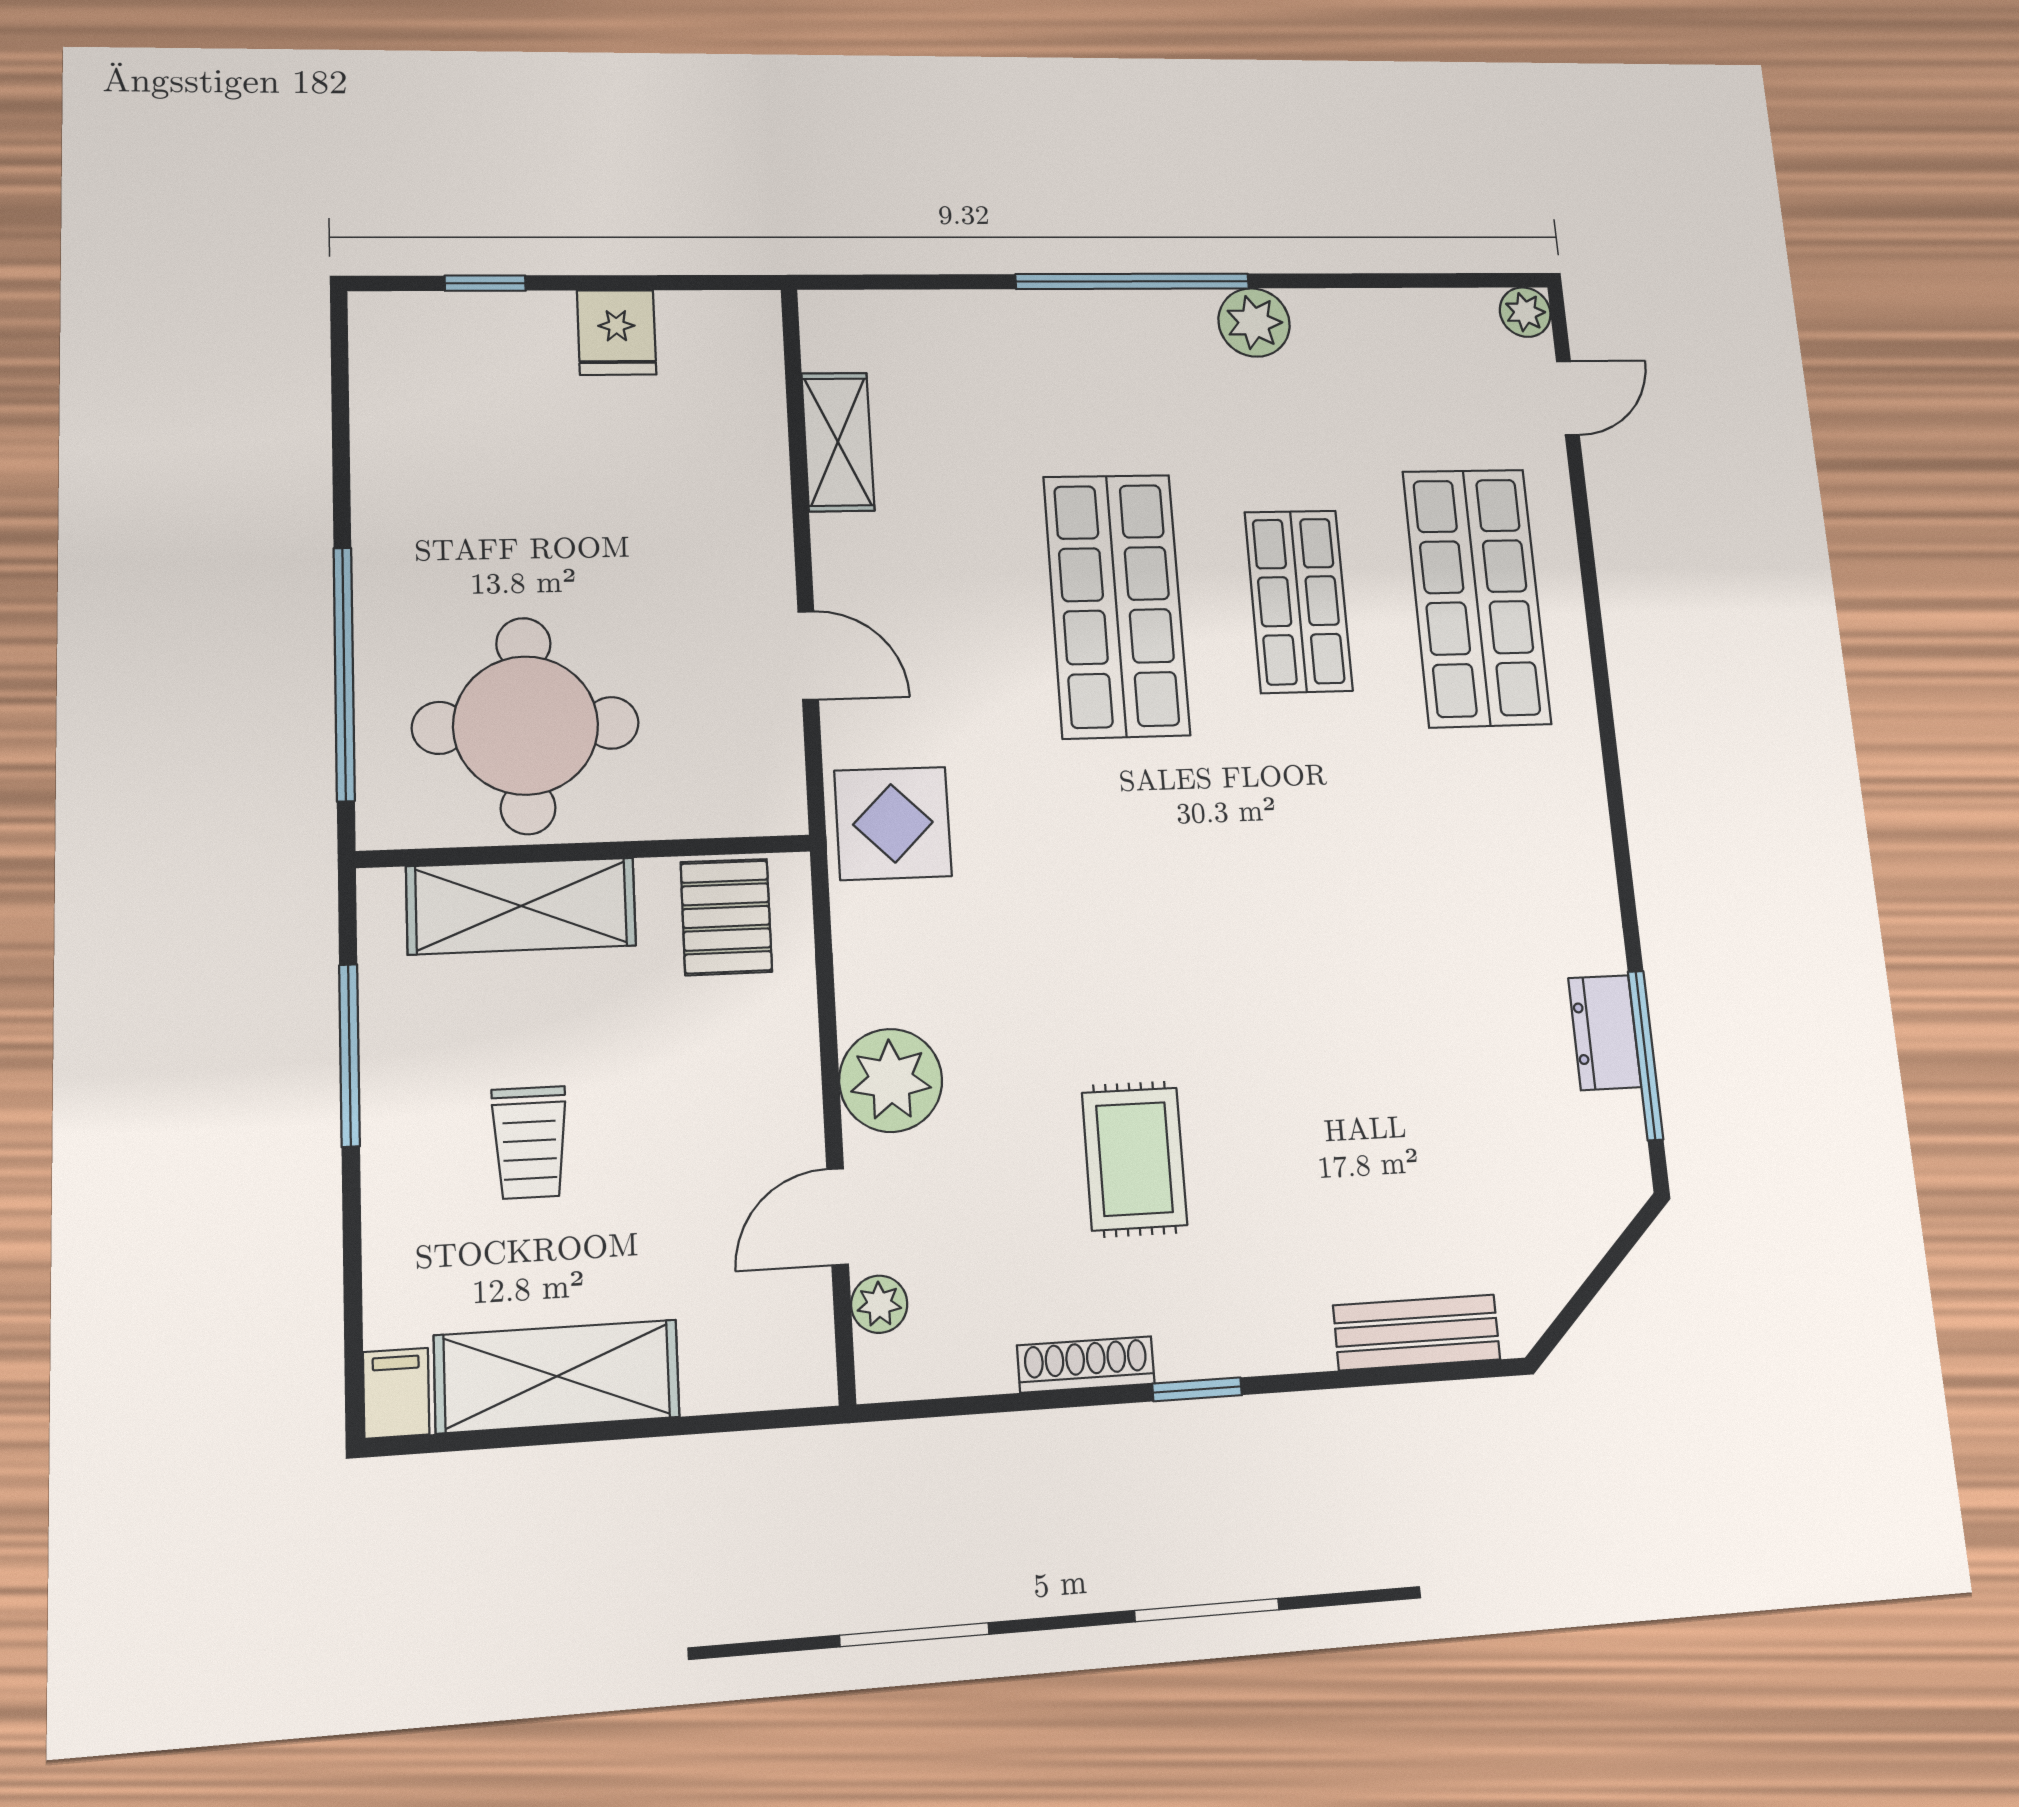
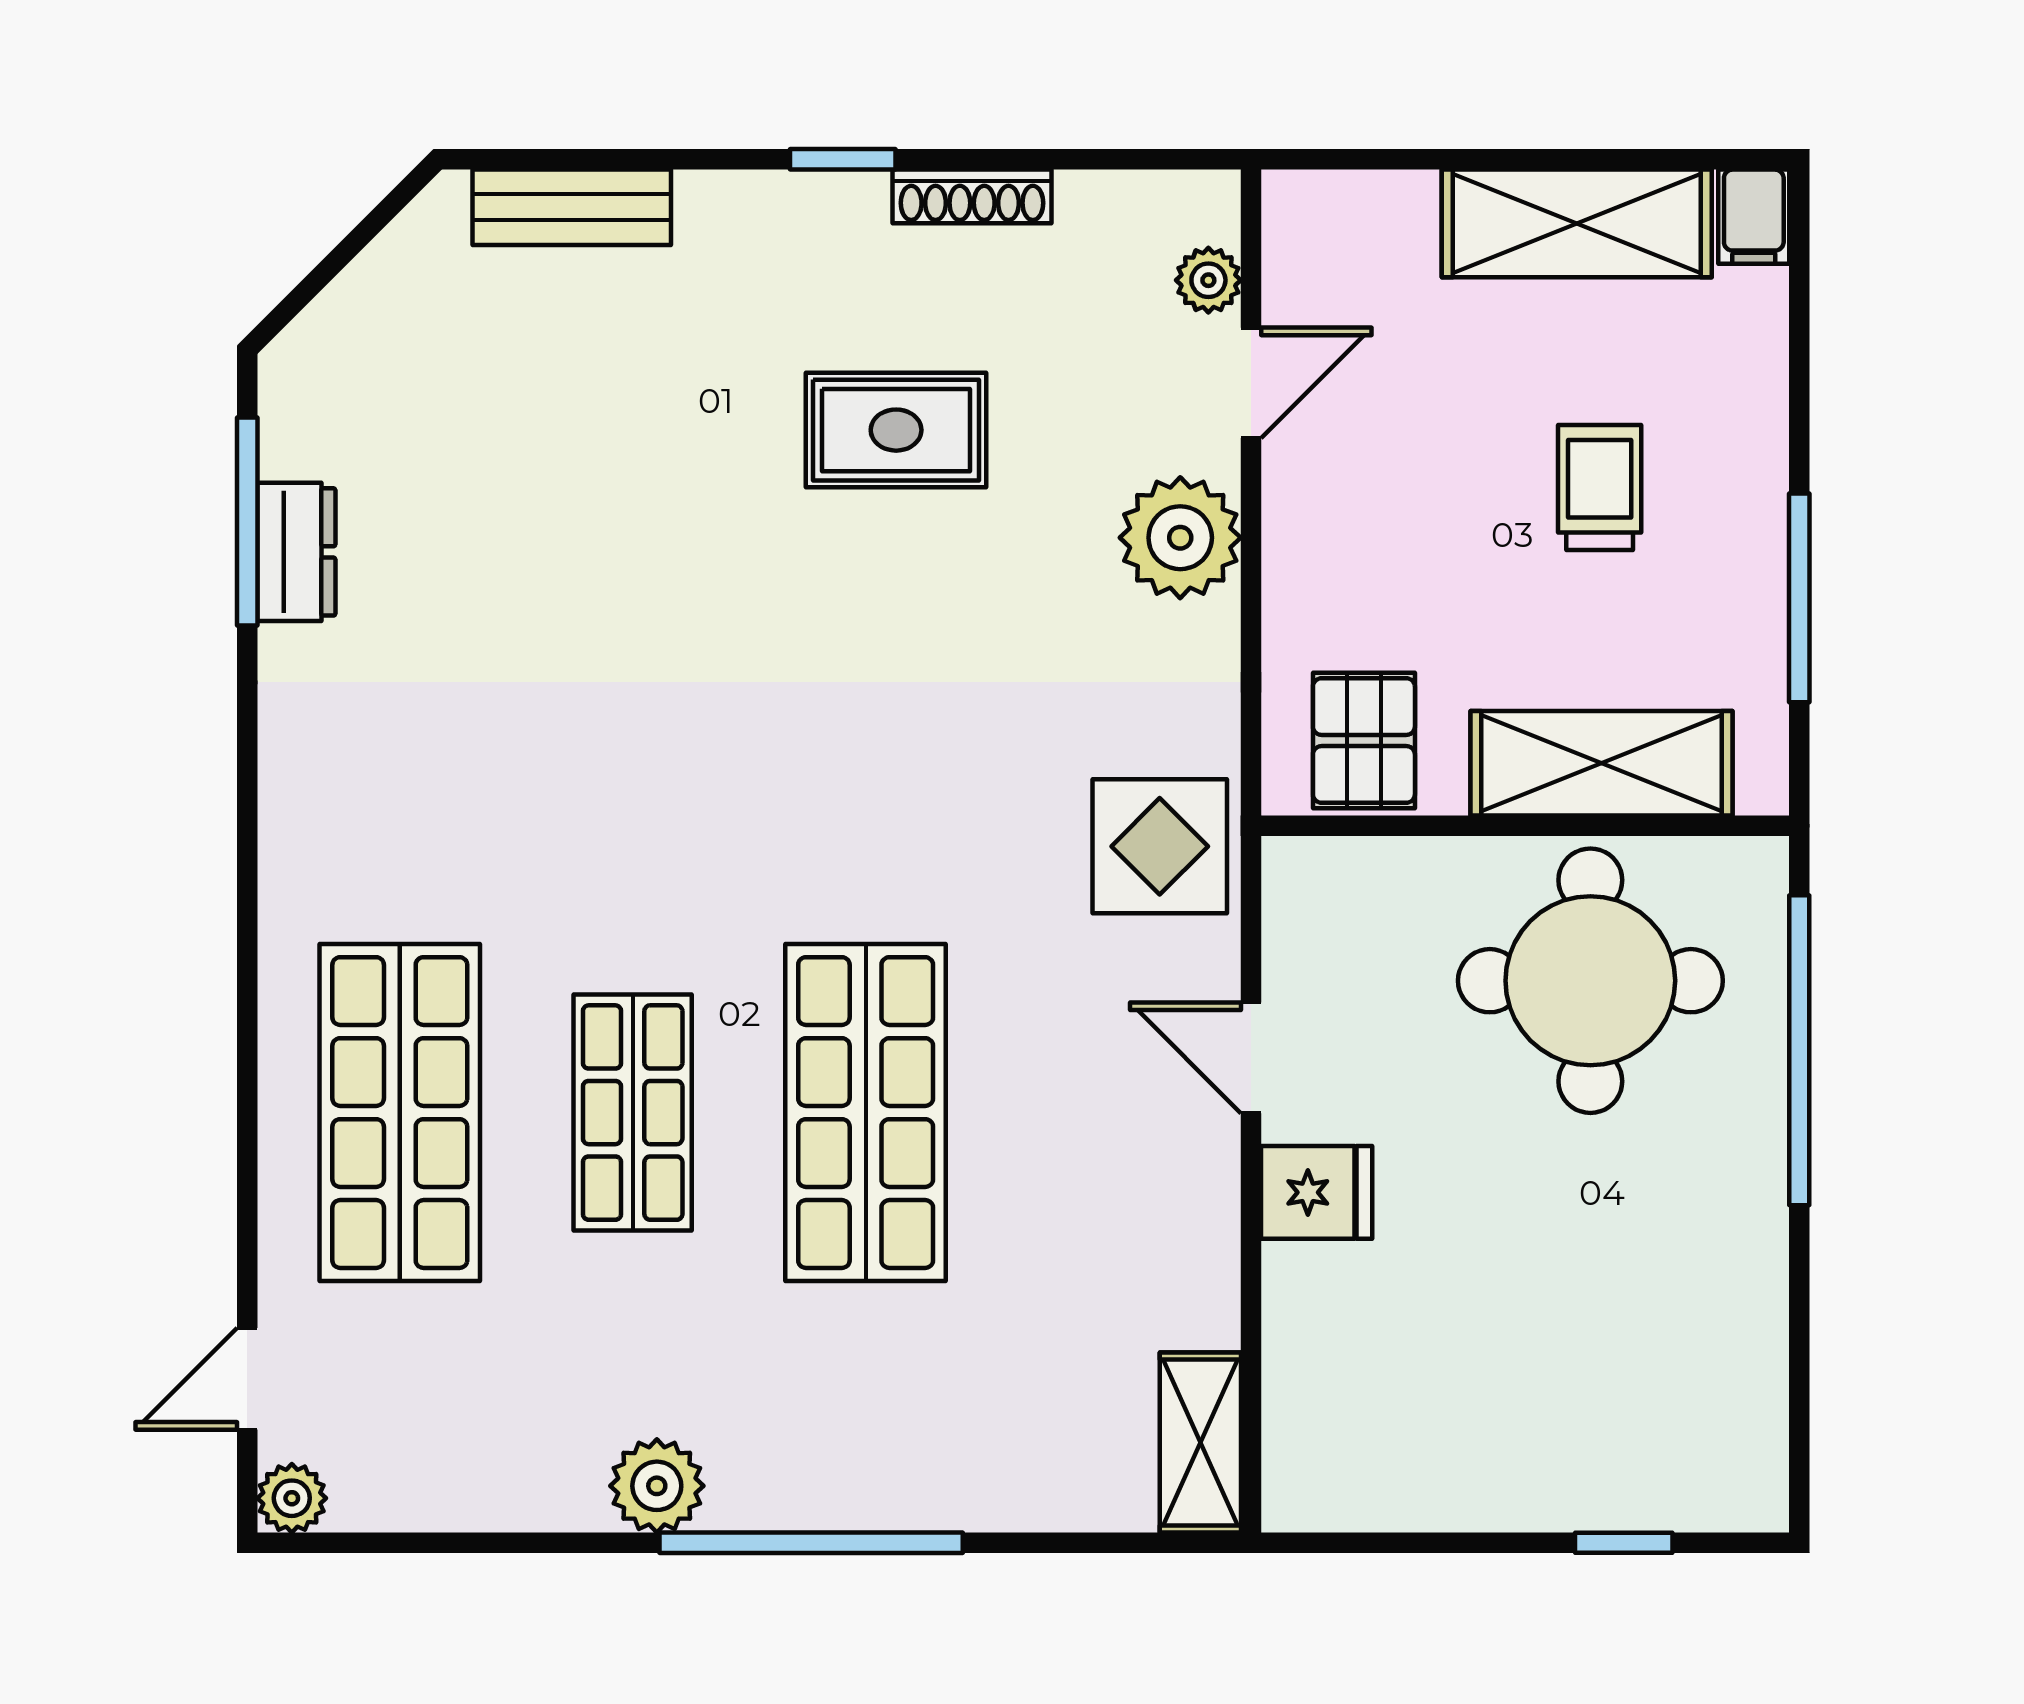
fridge: (617, 332) -> (1317, 1192), moved, turned 90
shelving: (838, 442) -> (1200, 1443), moved
rug: (1134, 1159) -> (896, 430), turned 90

